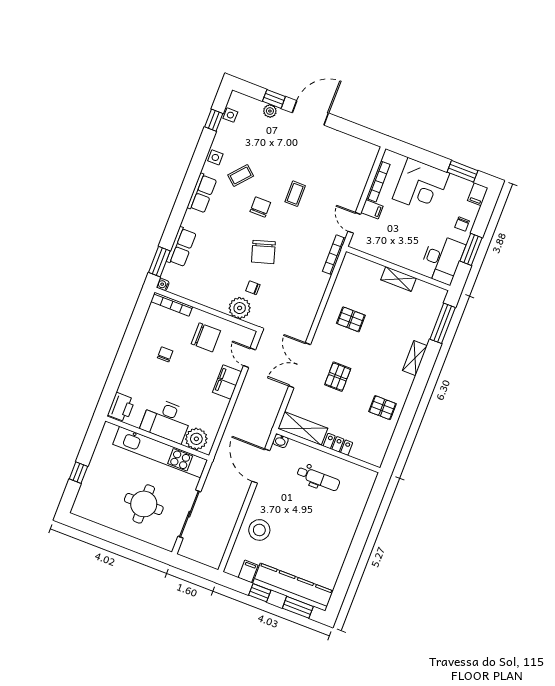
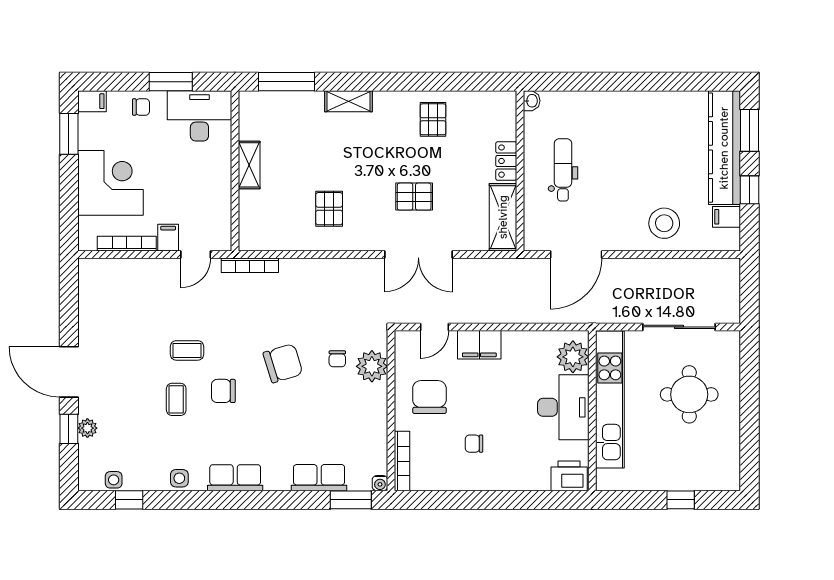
coffee table: (241, 176) -> (176, 399), moved, turned 49
washbasin: (281, 441) -> (532, 101), moved

